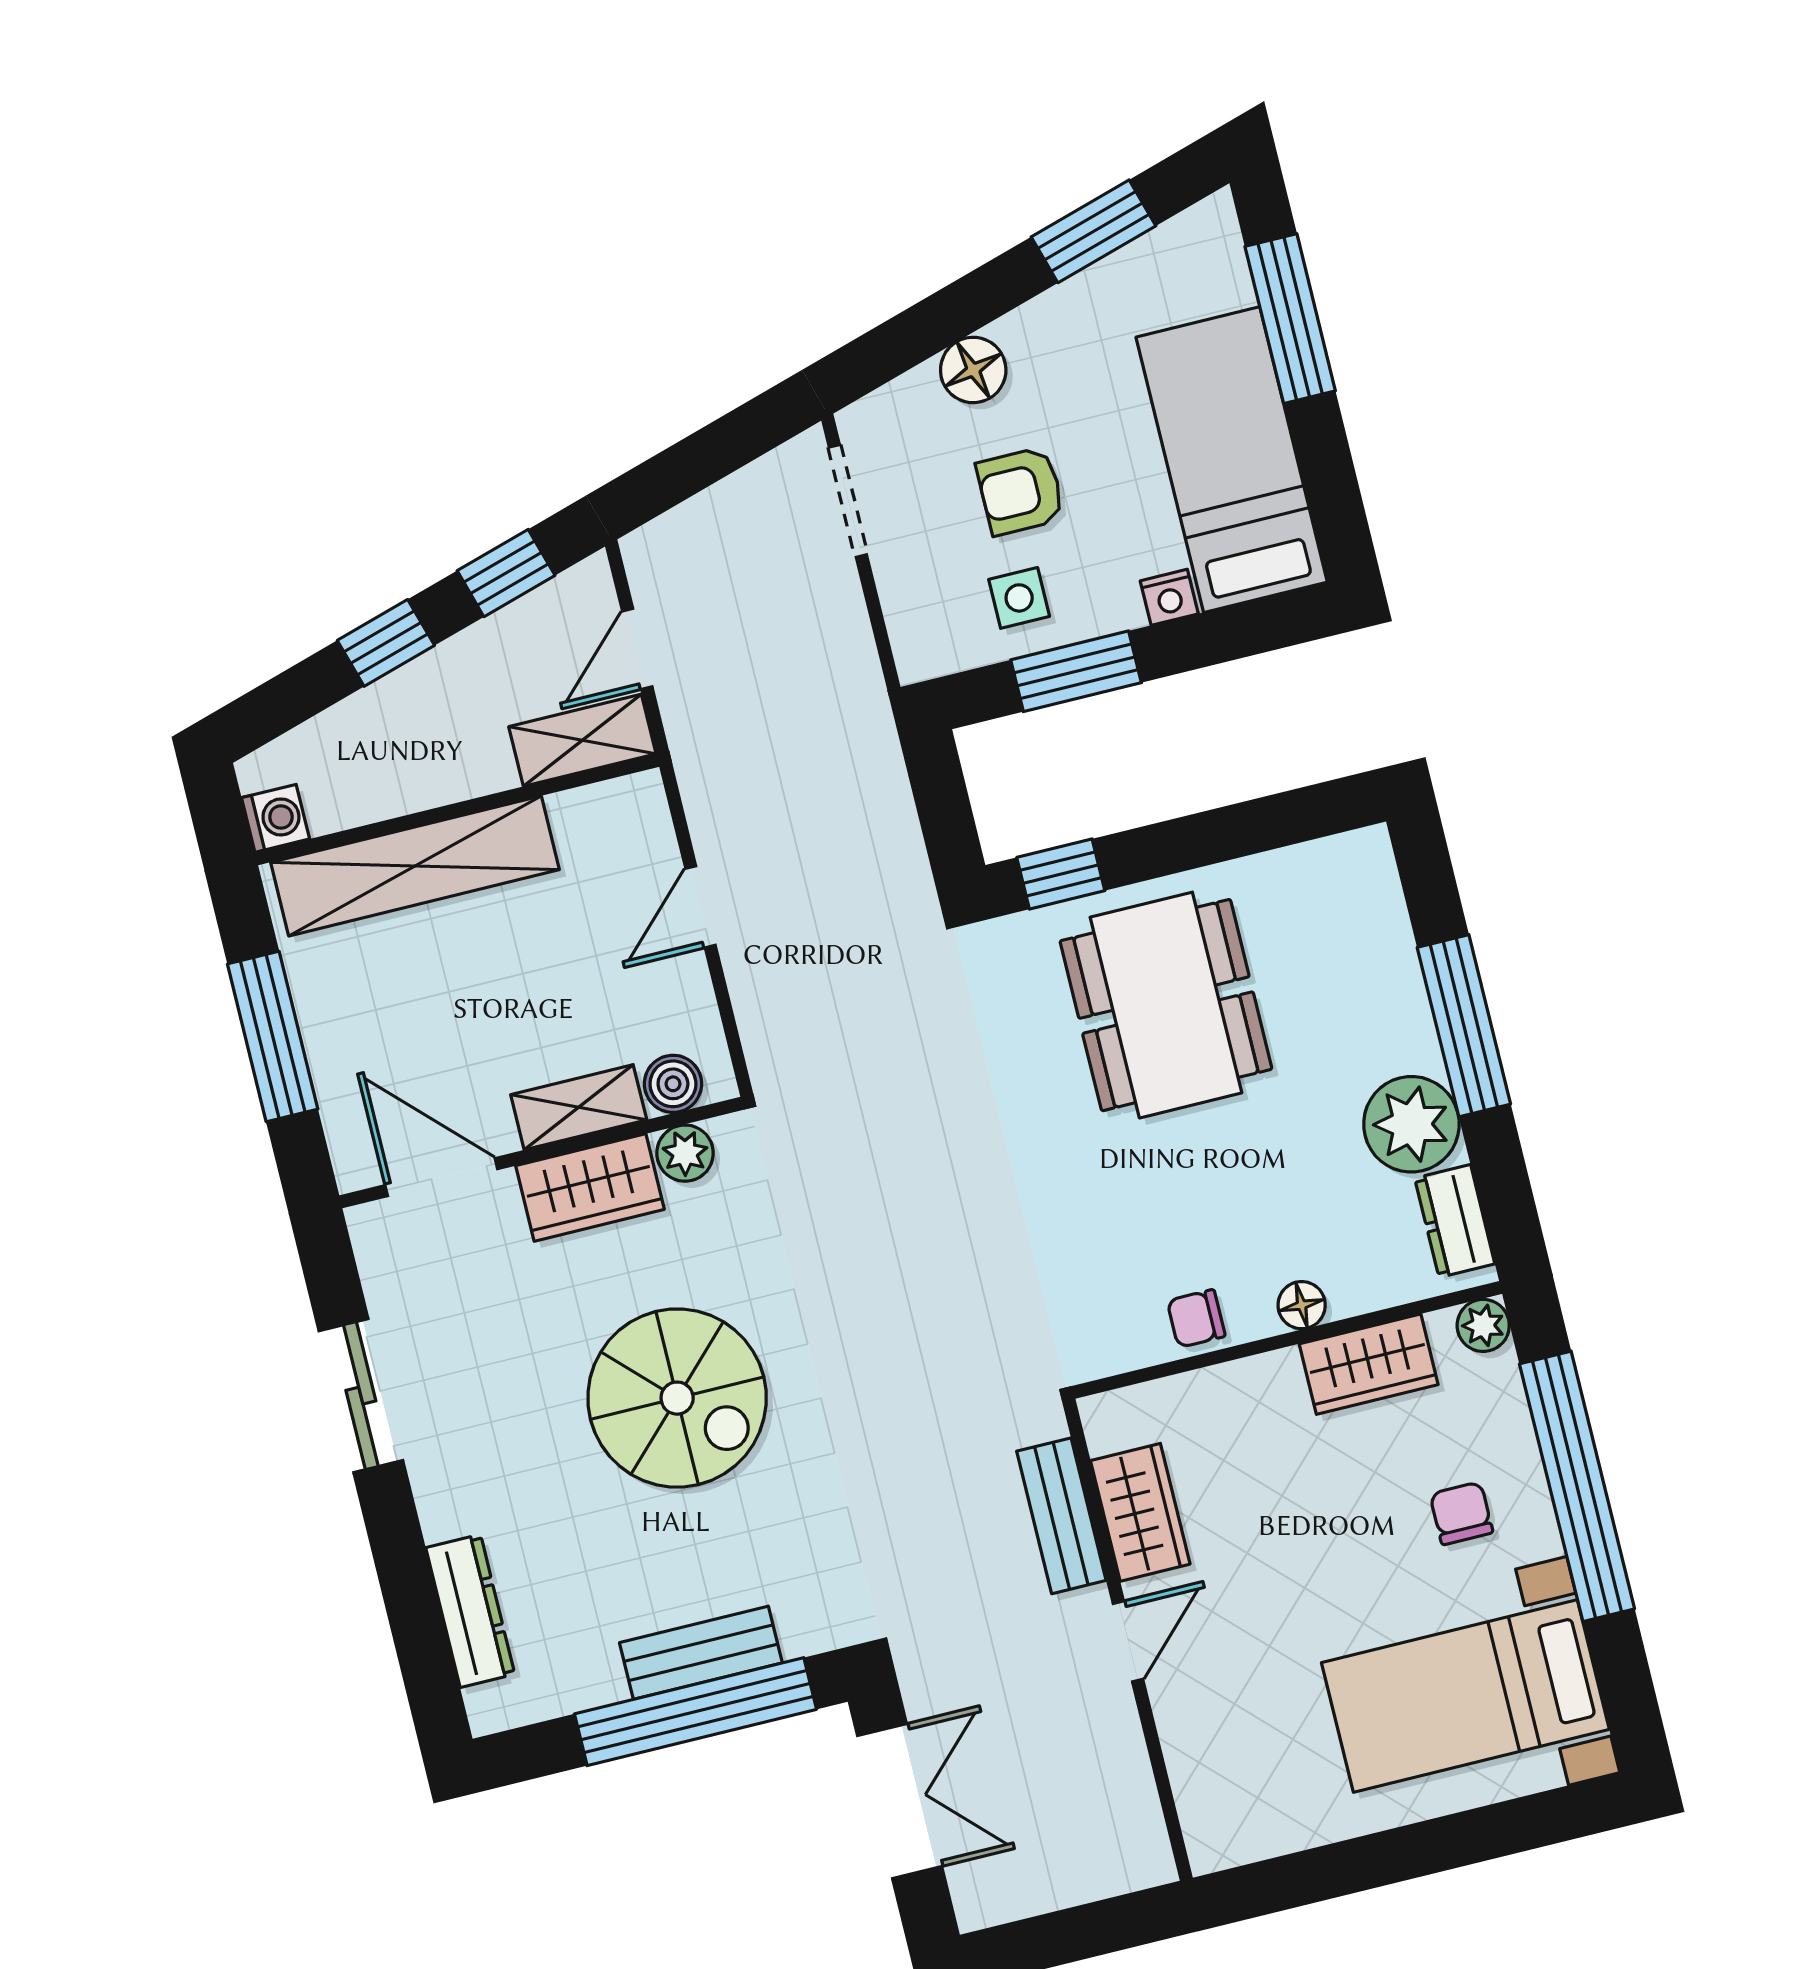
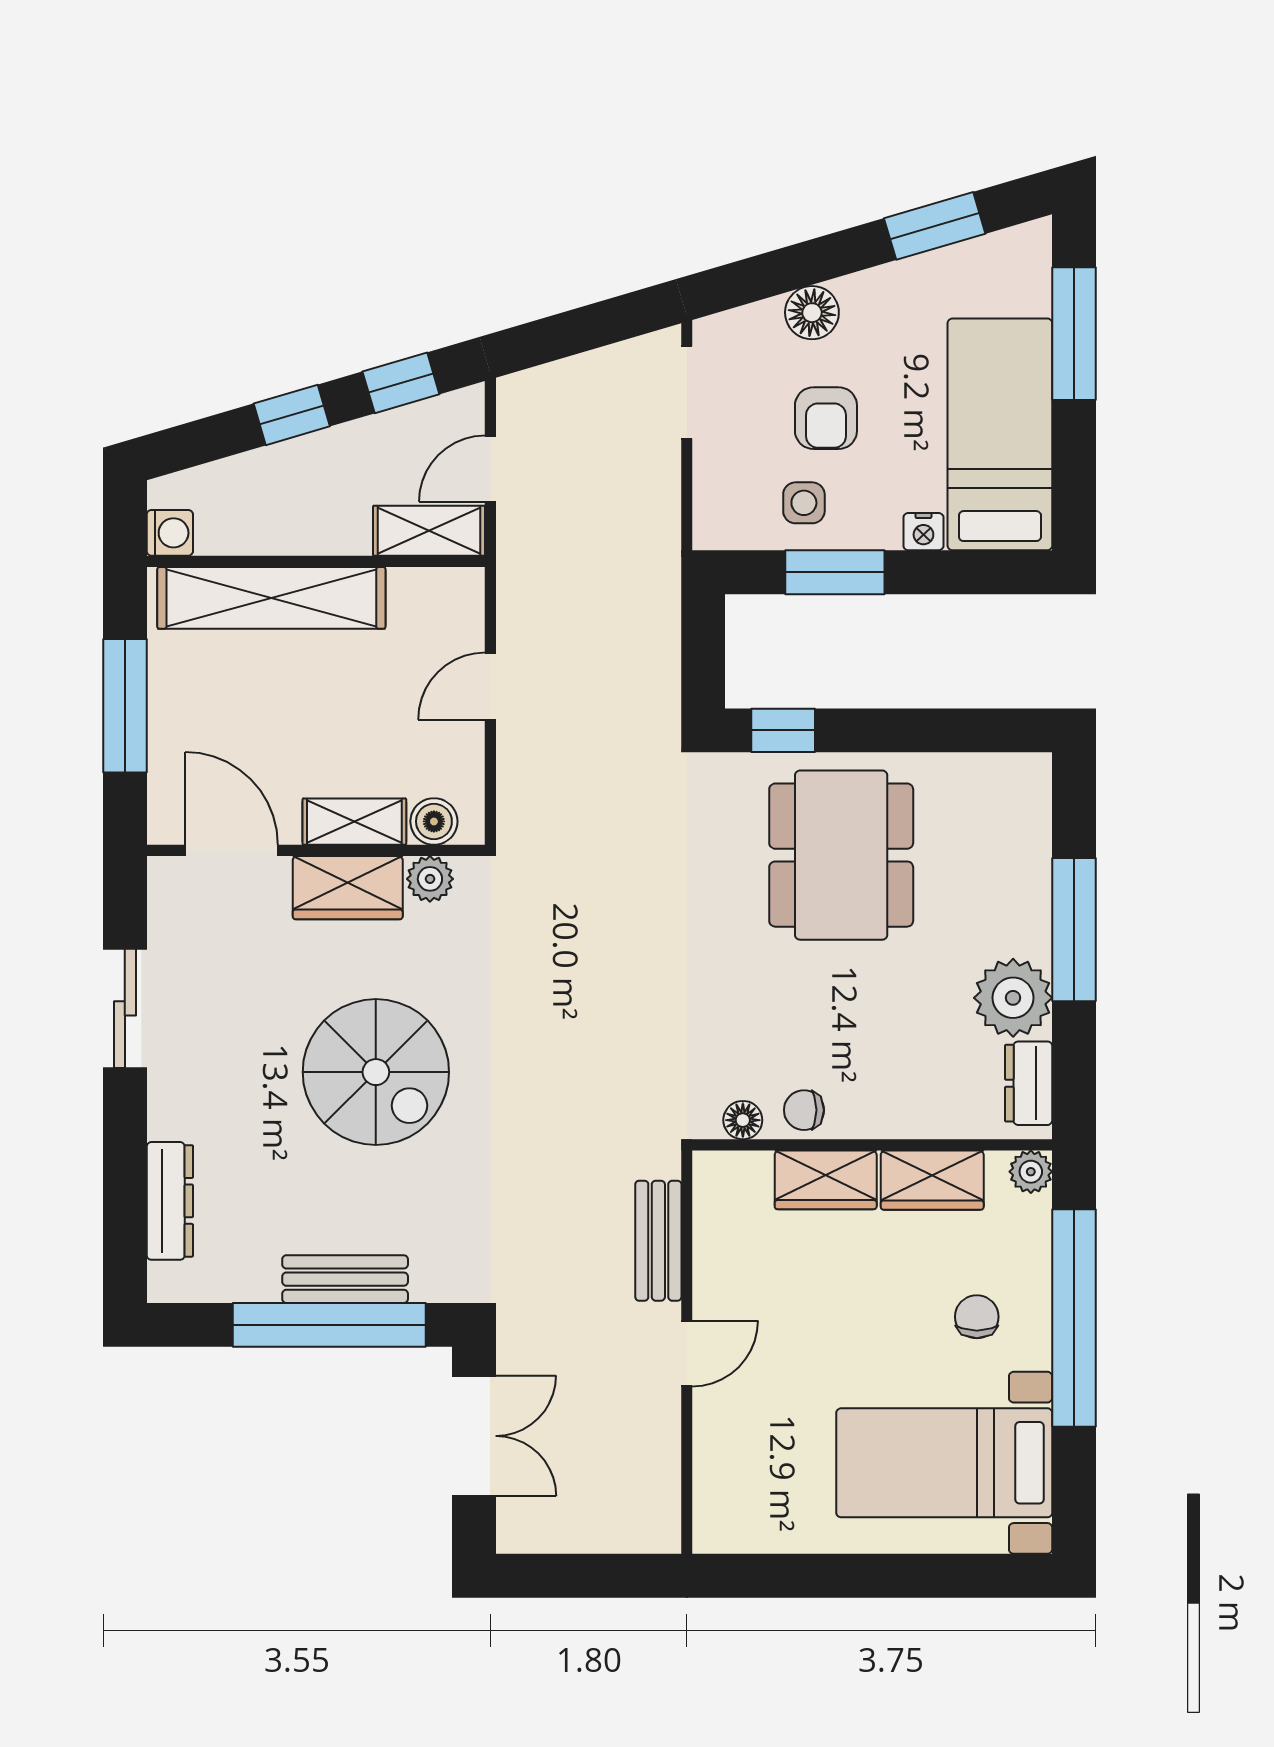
armchair: (1021, 491) -> (826, 418), turned -90
floor lamp: (1302, 1305) -> (743, 1120), moved
wardrobe: (1140, 1512) -> (826, 1180), moved, turned 90

